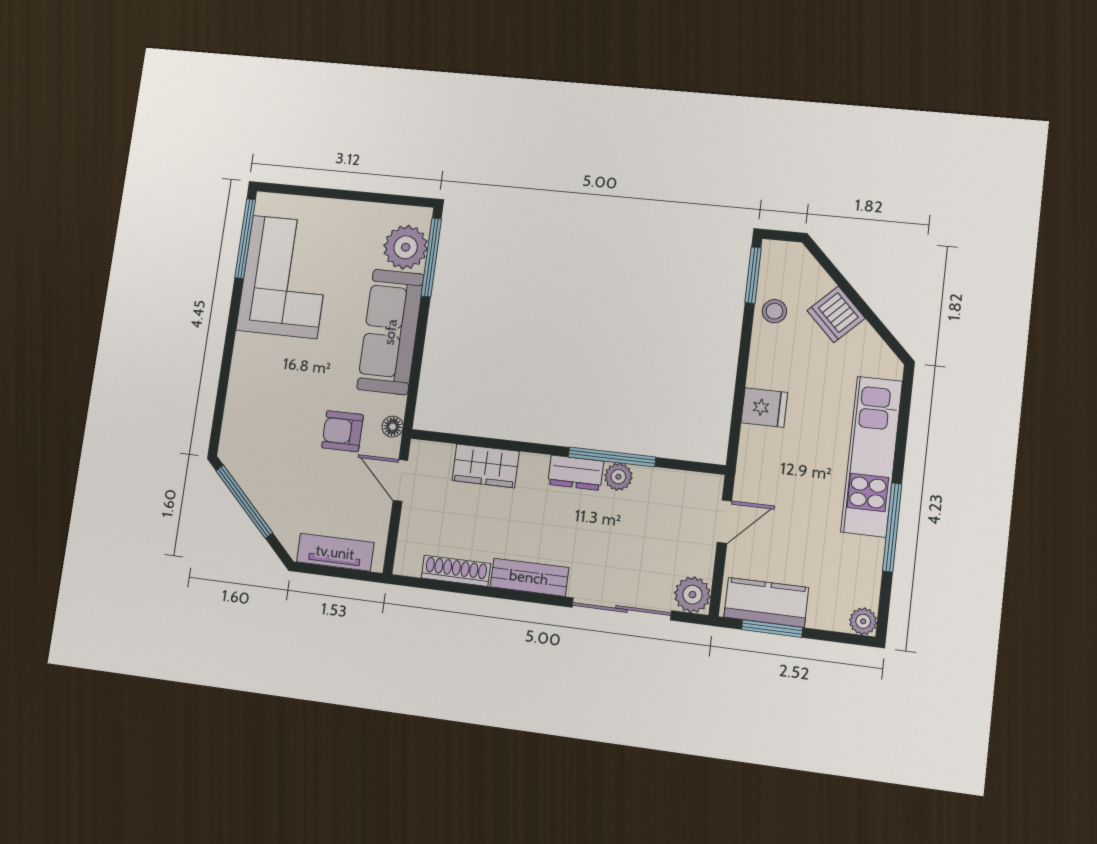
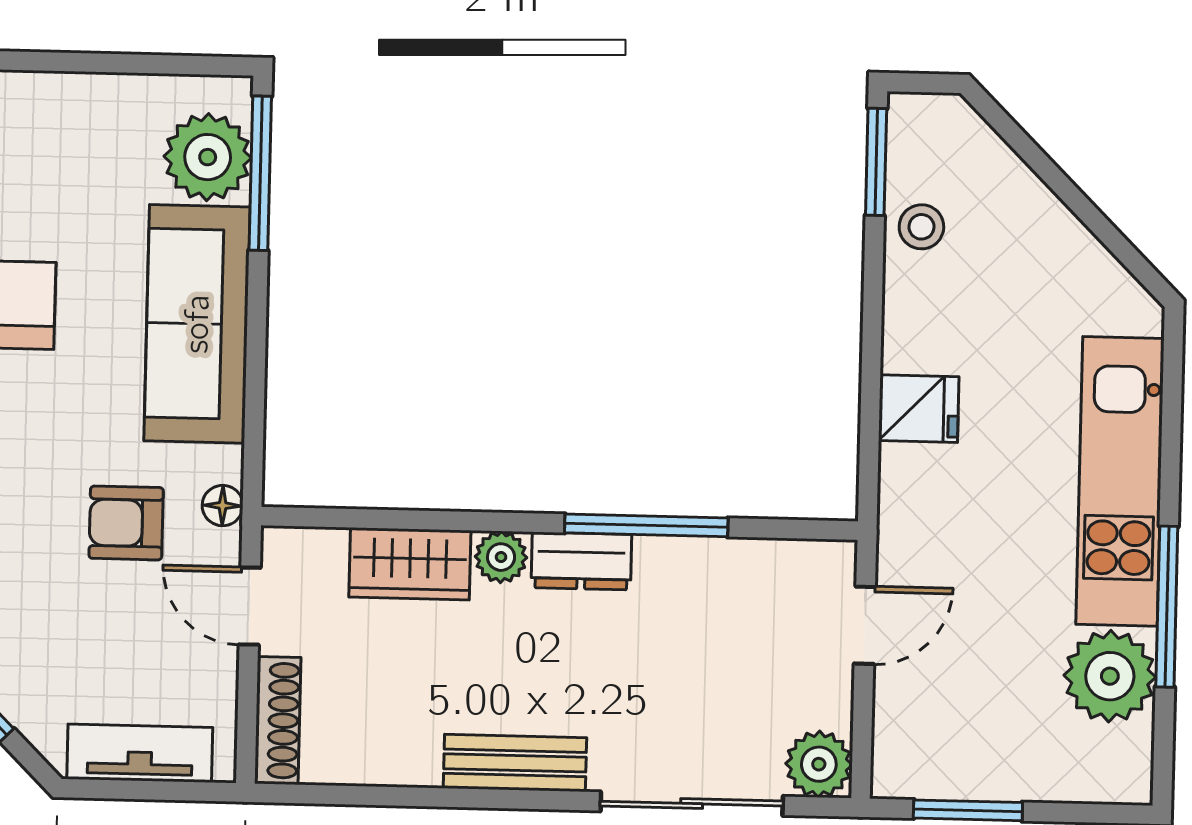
dishwasher: (836, 314) -> (1035, 224), removed
plant: (618, 477) -> (501, 557), moved
shoe rack: (456, 571) -> (278, 721), moved, turned 90
kitchen counter: (766, 602) -> (953, 764), removed
plant: (863, 621) -> (1110, 676), moved, width x1.87, depth x1.87

